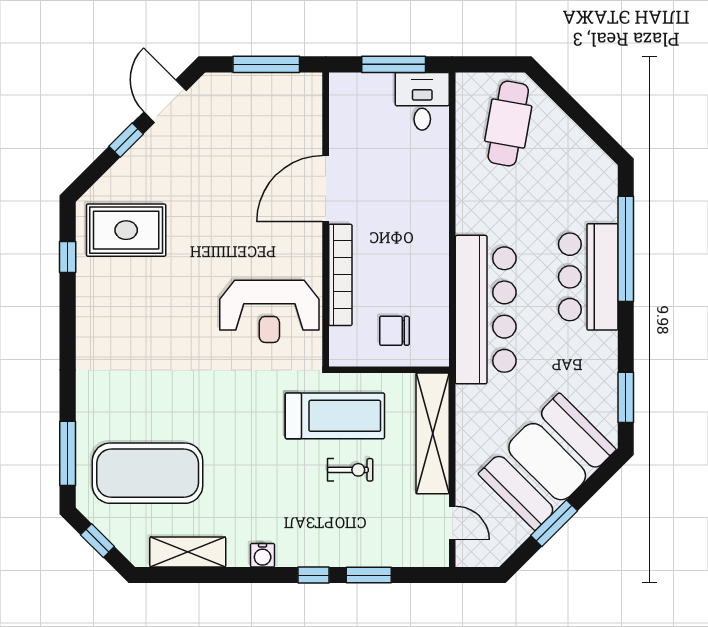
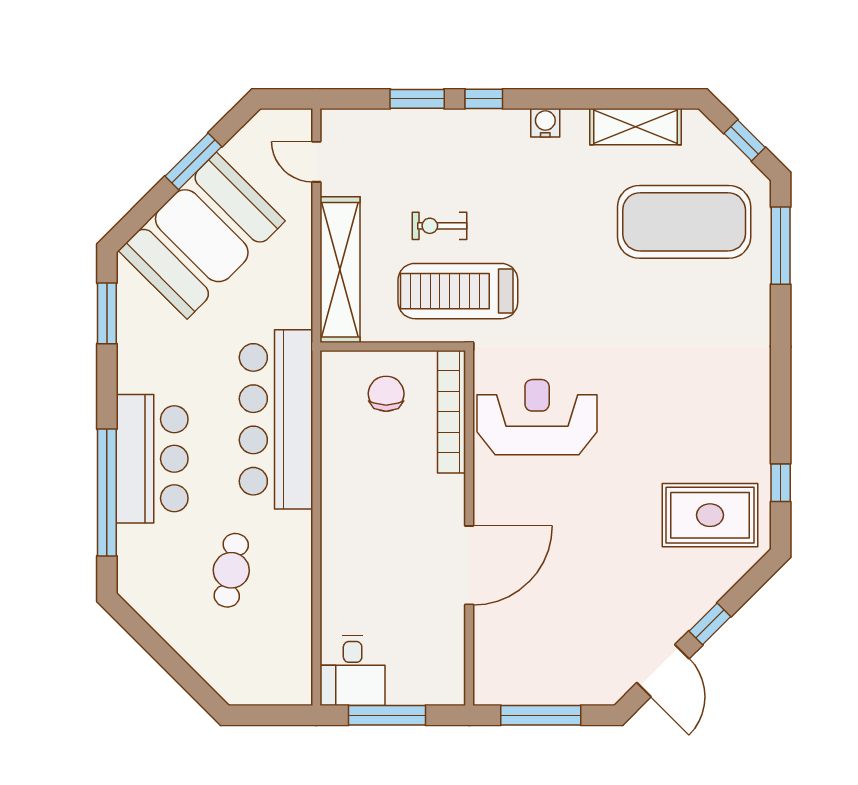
cafe table: (508, 123) -> (231, 570), moved, width x0.73, depth x0.74
bookcase: (340, 275) -> (451, 412), moved
chair: (394, 331) -> (386, 394), turned -90

